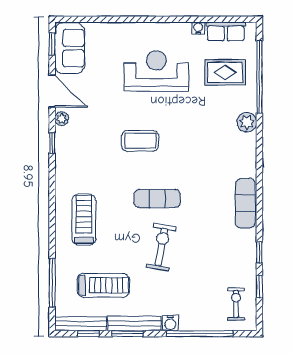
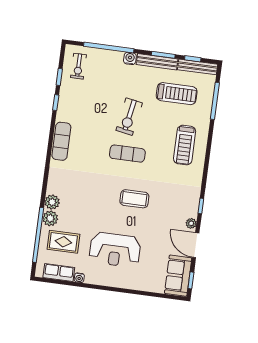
plant: (246, 101) -> (50, 218), added
treadmill: (103, 285) -> (177, 94), turned 180

